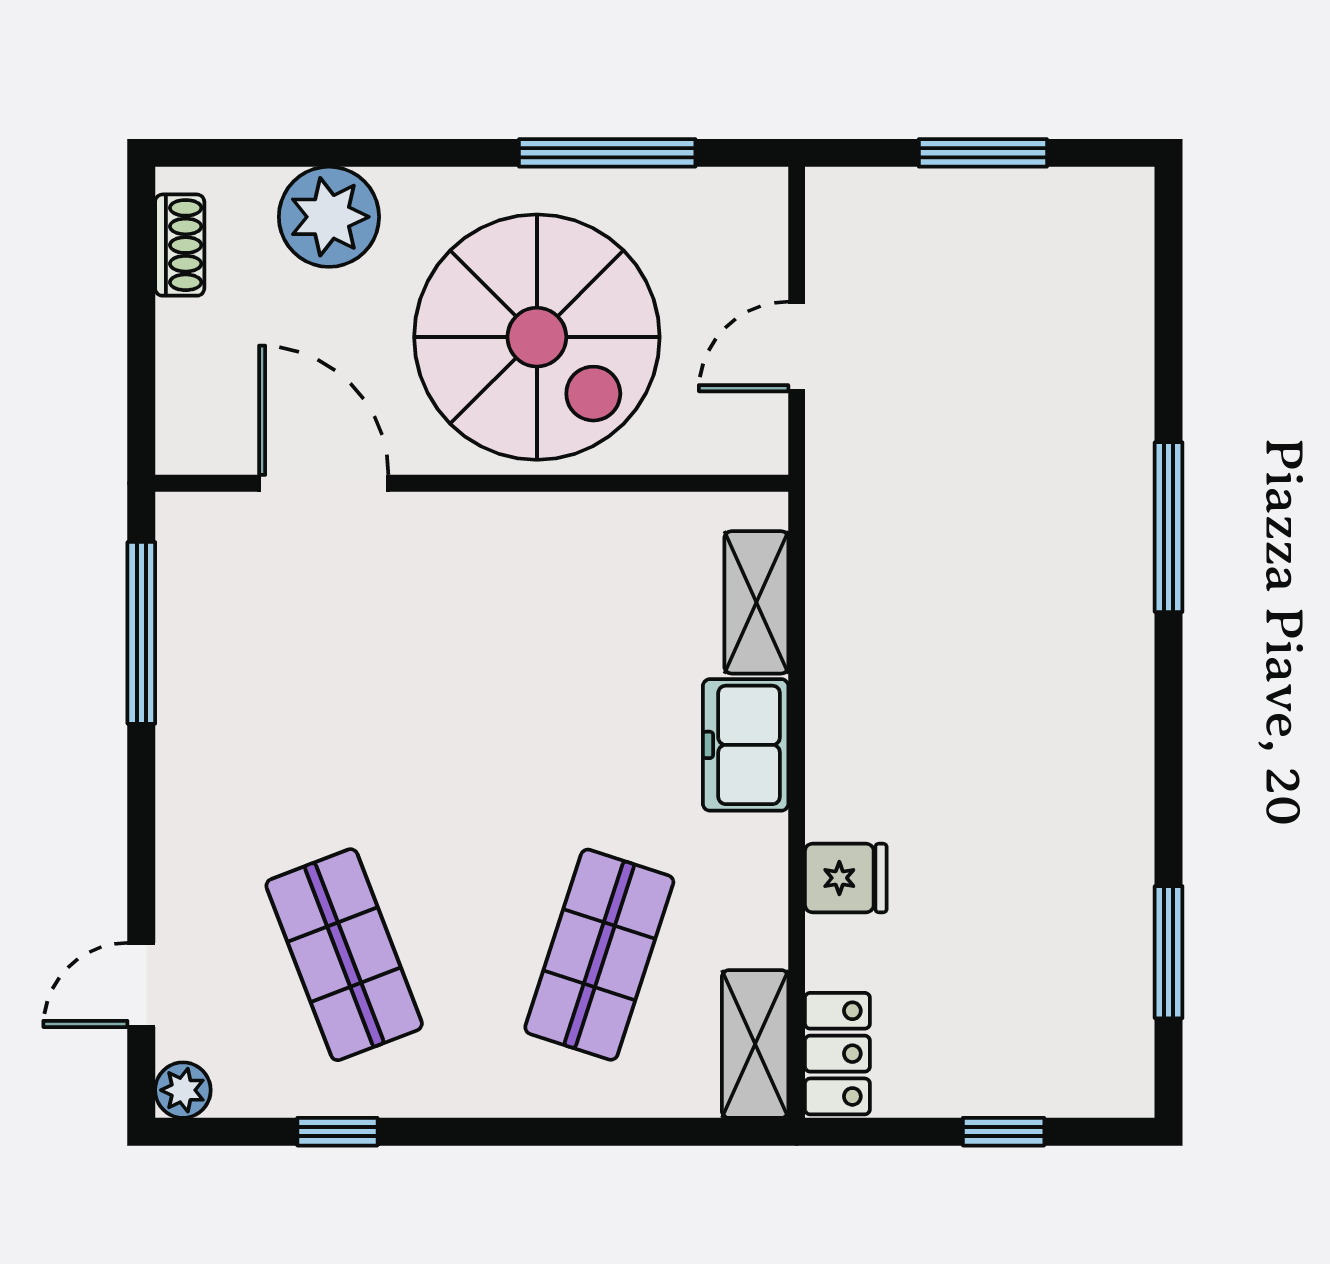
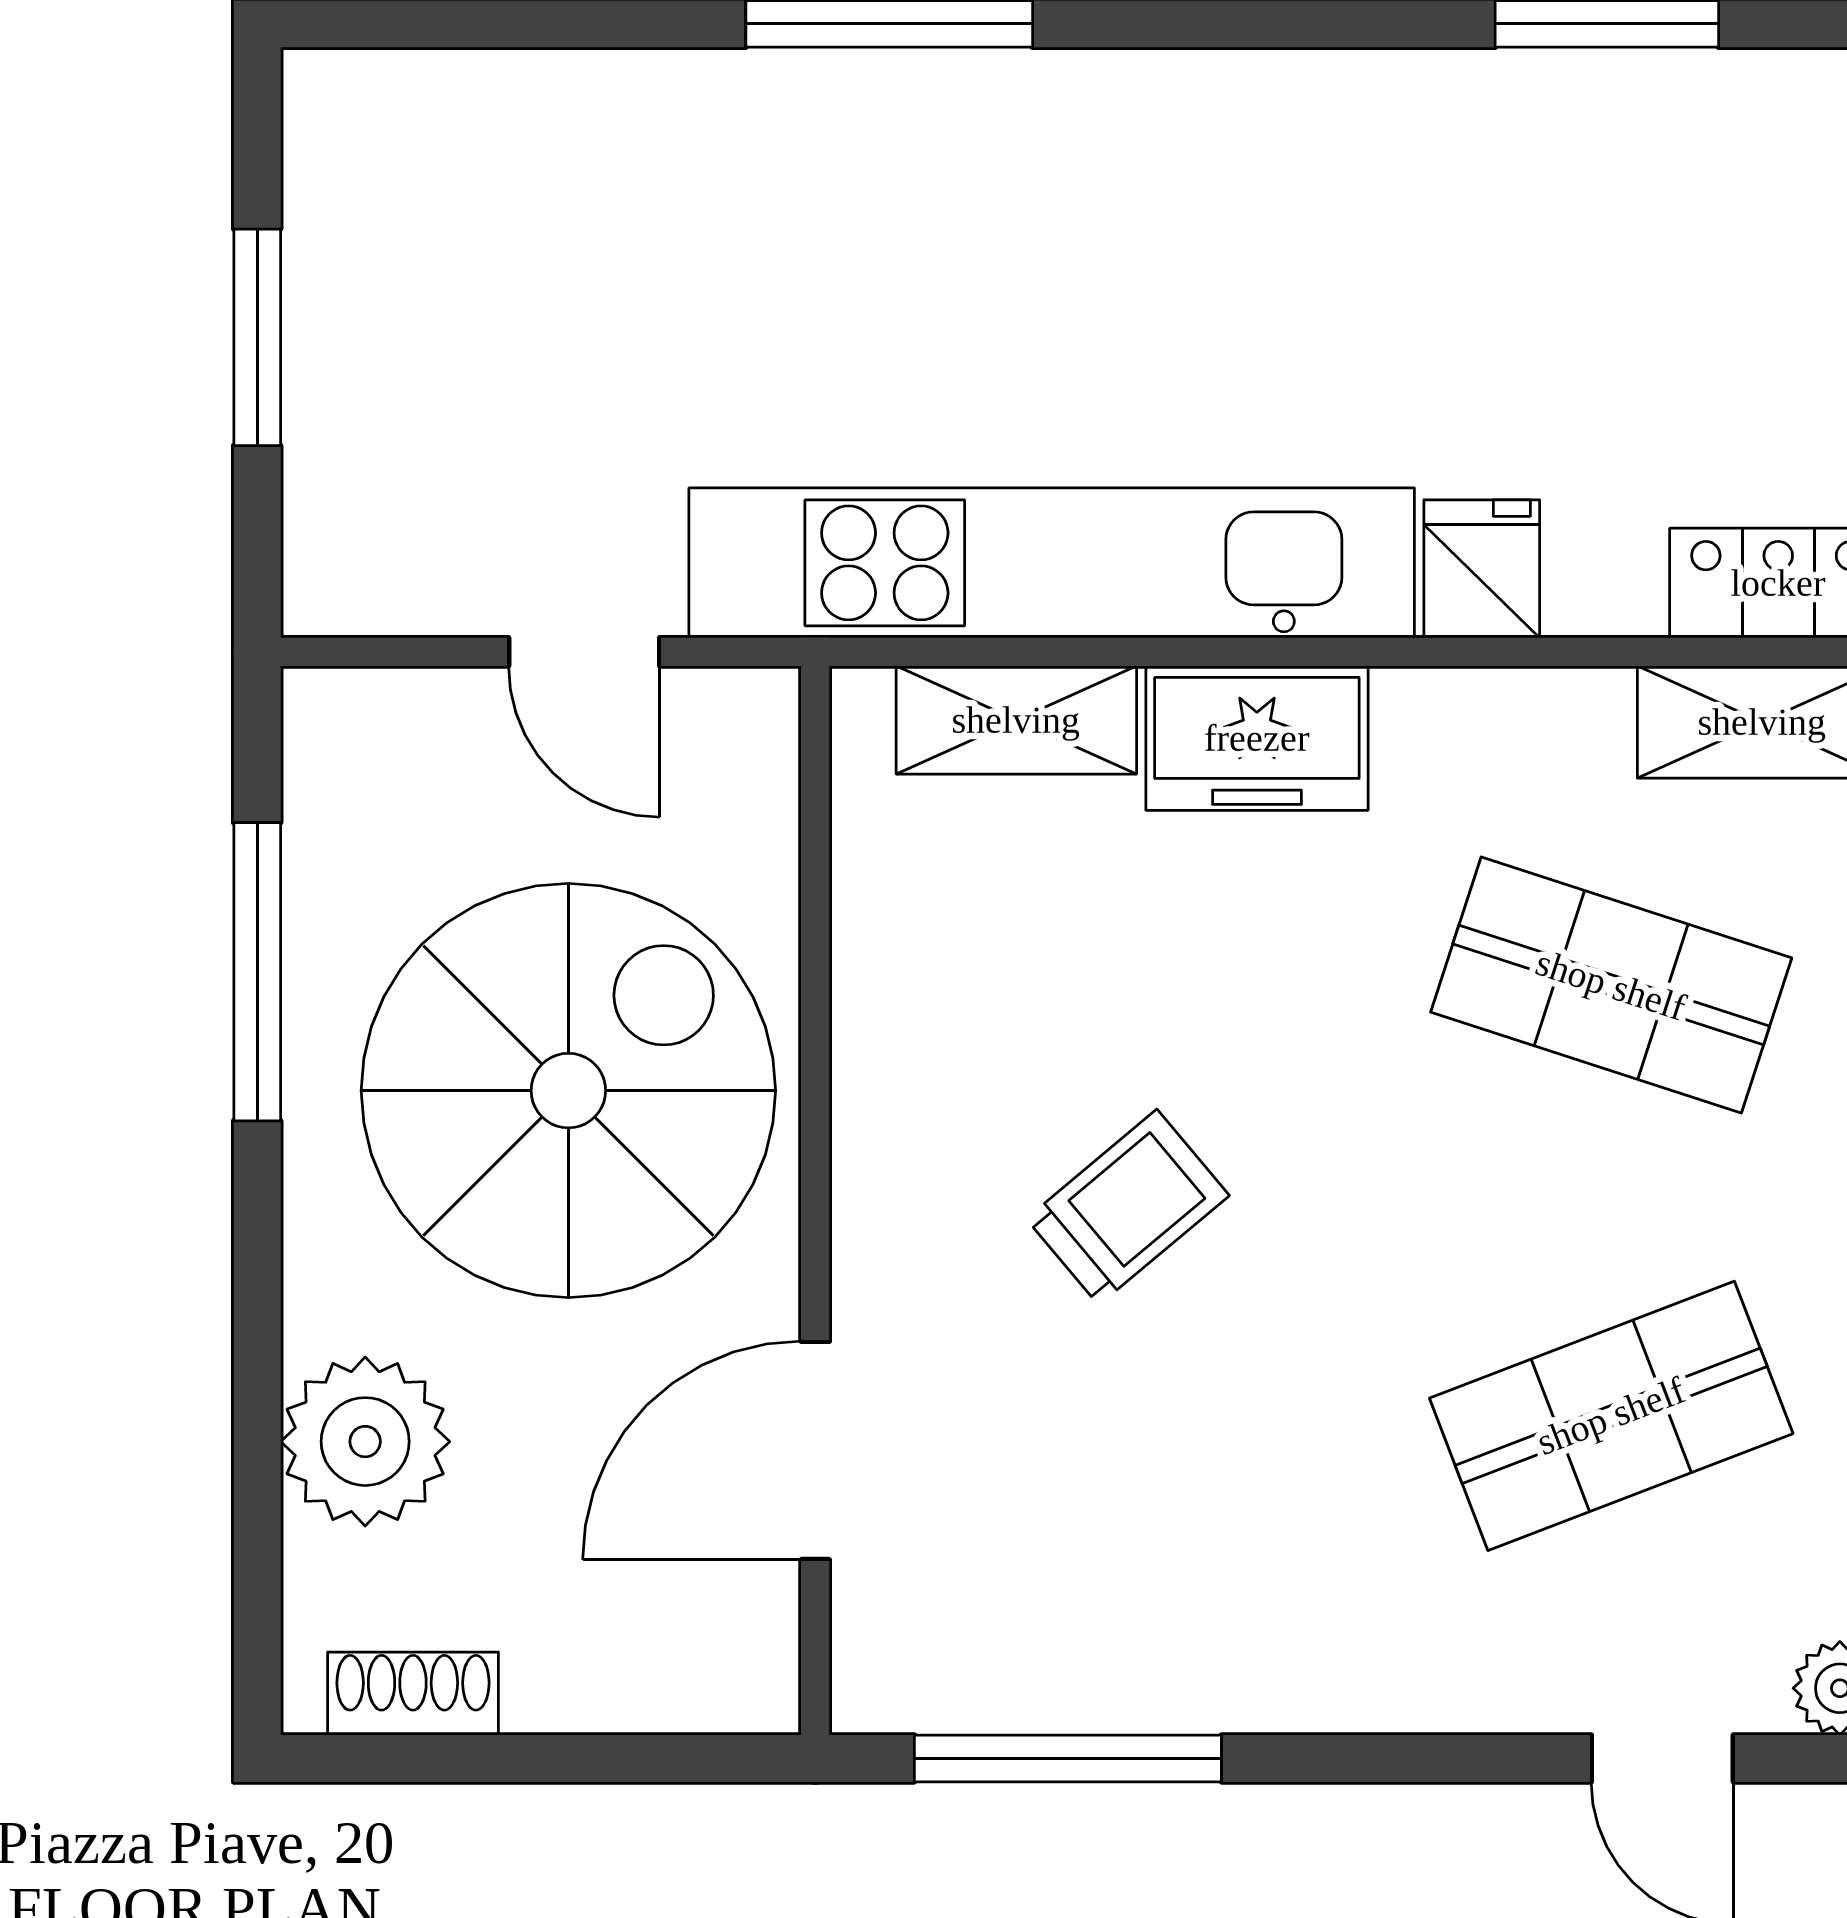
kitchen unit: (849, 623) -> (1052, 563), added
trolley: (468, 668) -> (1128, 1207), added

